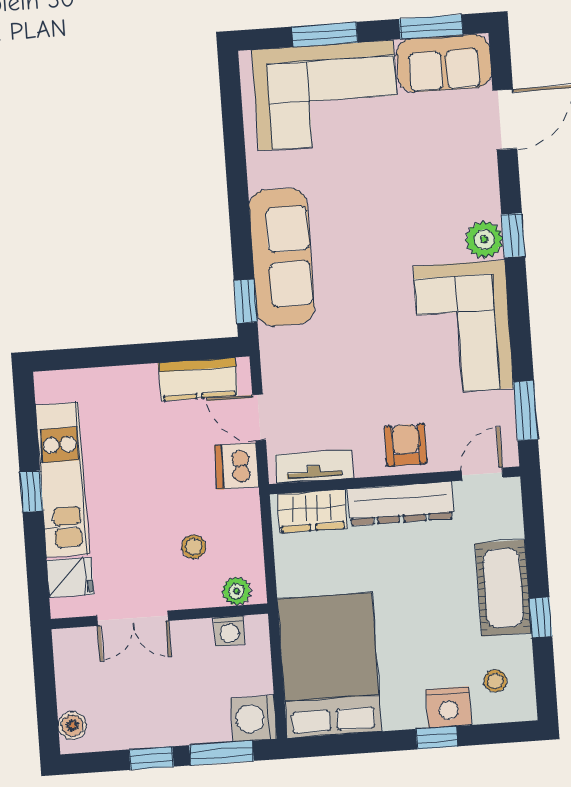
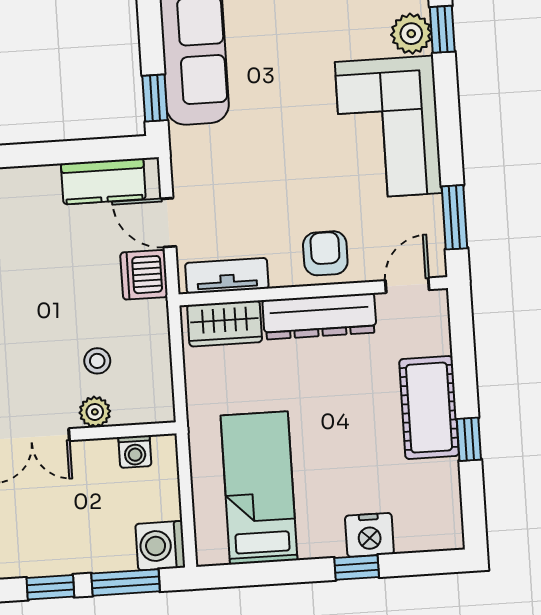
plant: (236, 591) -> (95, 412), moved
bed: (330, 665) -> (259, 488), width x0.67
stool: (495, 681) -> (420, 507), removed

